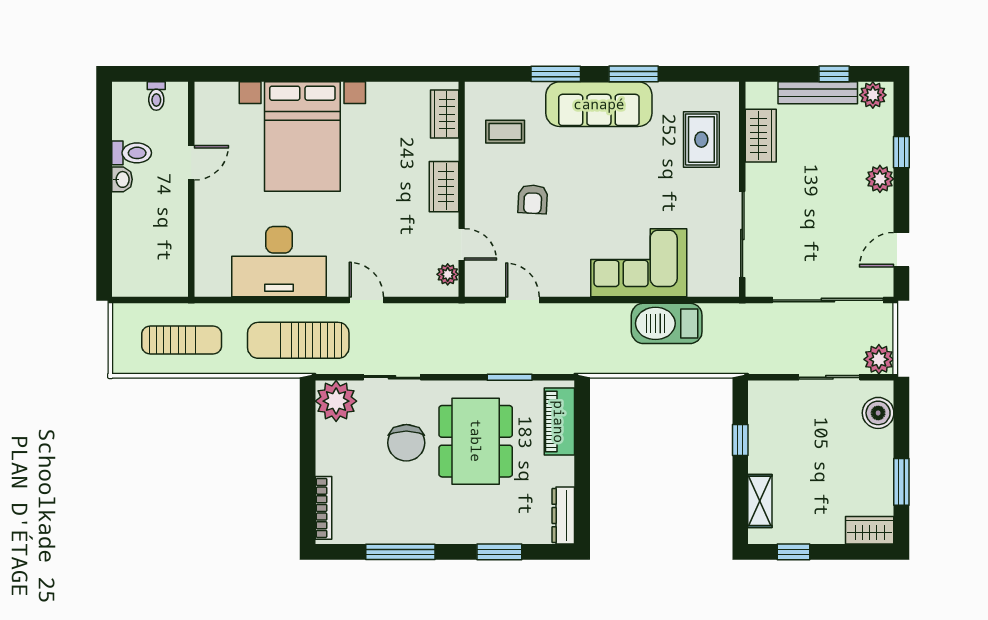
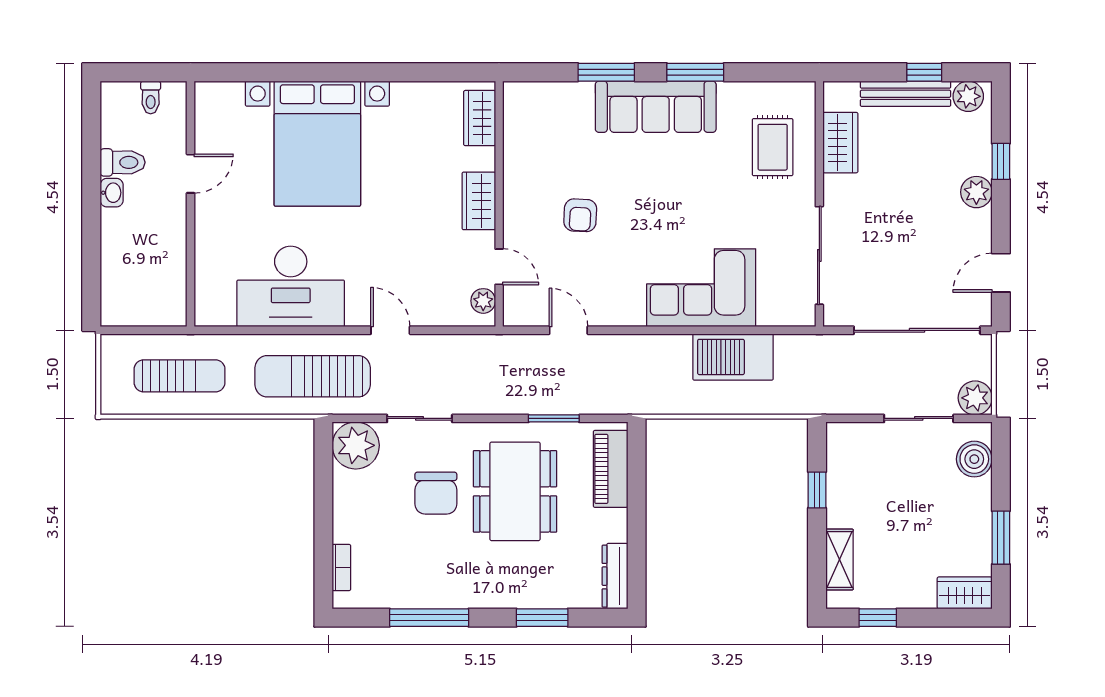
coffee table: (505, 132) -> (549, 138), removed
bookcase: (323, 508) -> (341, 567), width x0.64

